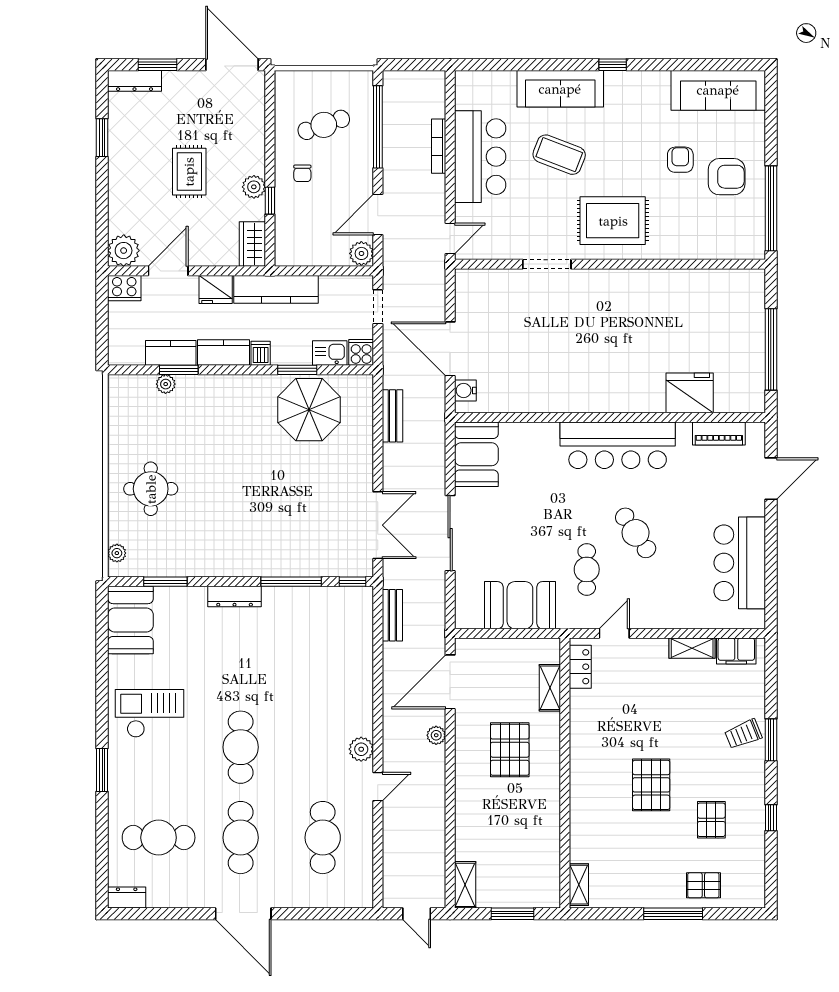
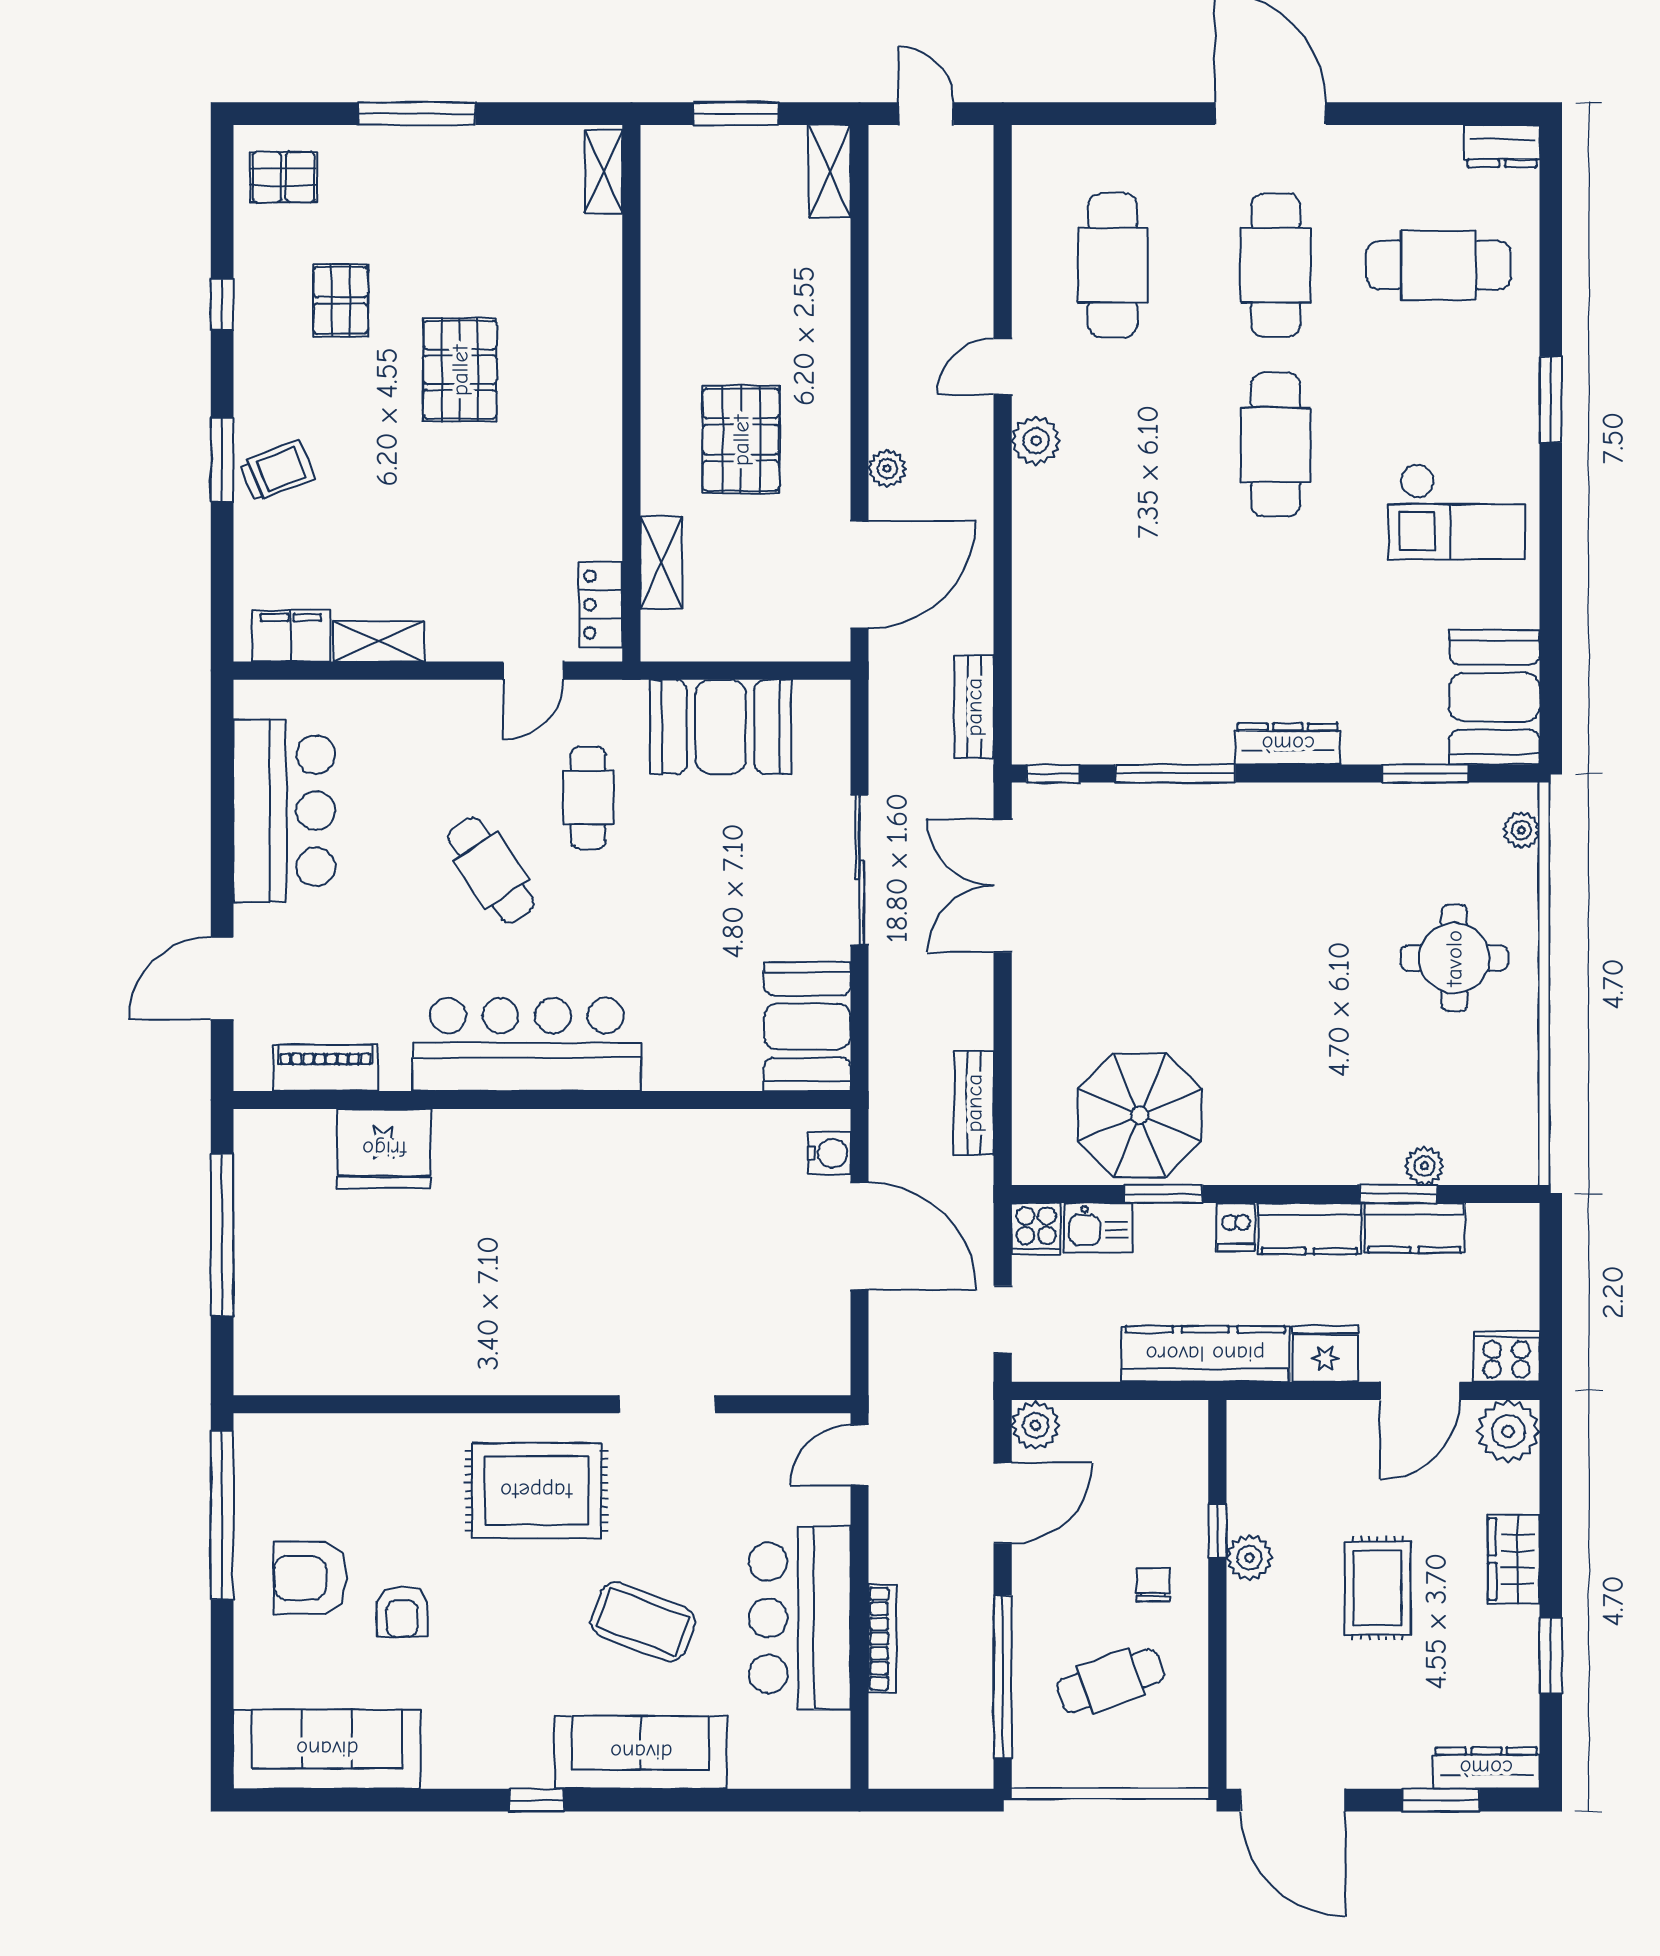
wardrobe: (252, 244) -> (1514, 1559), moved, turned 180
pallet: (703, 885) -> (284, 177), moved

